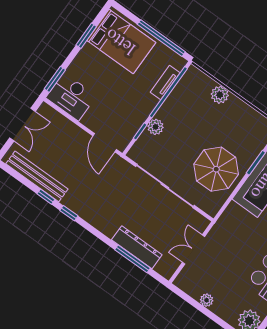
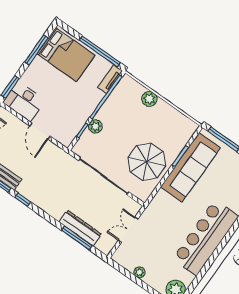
window: (86, 36) -> (36, 50), width x1.44
tv unit: (165, 82) -> (110, 79), moved
door: (105, 143) -> (40, 131), moved

